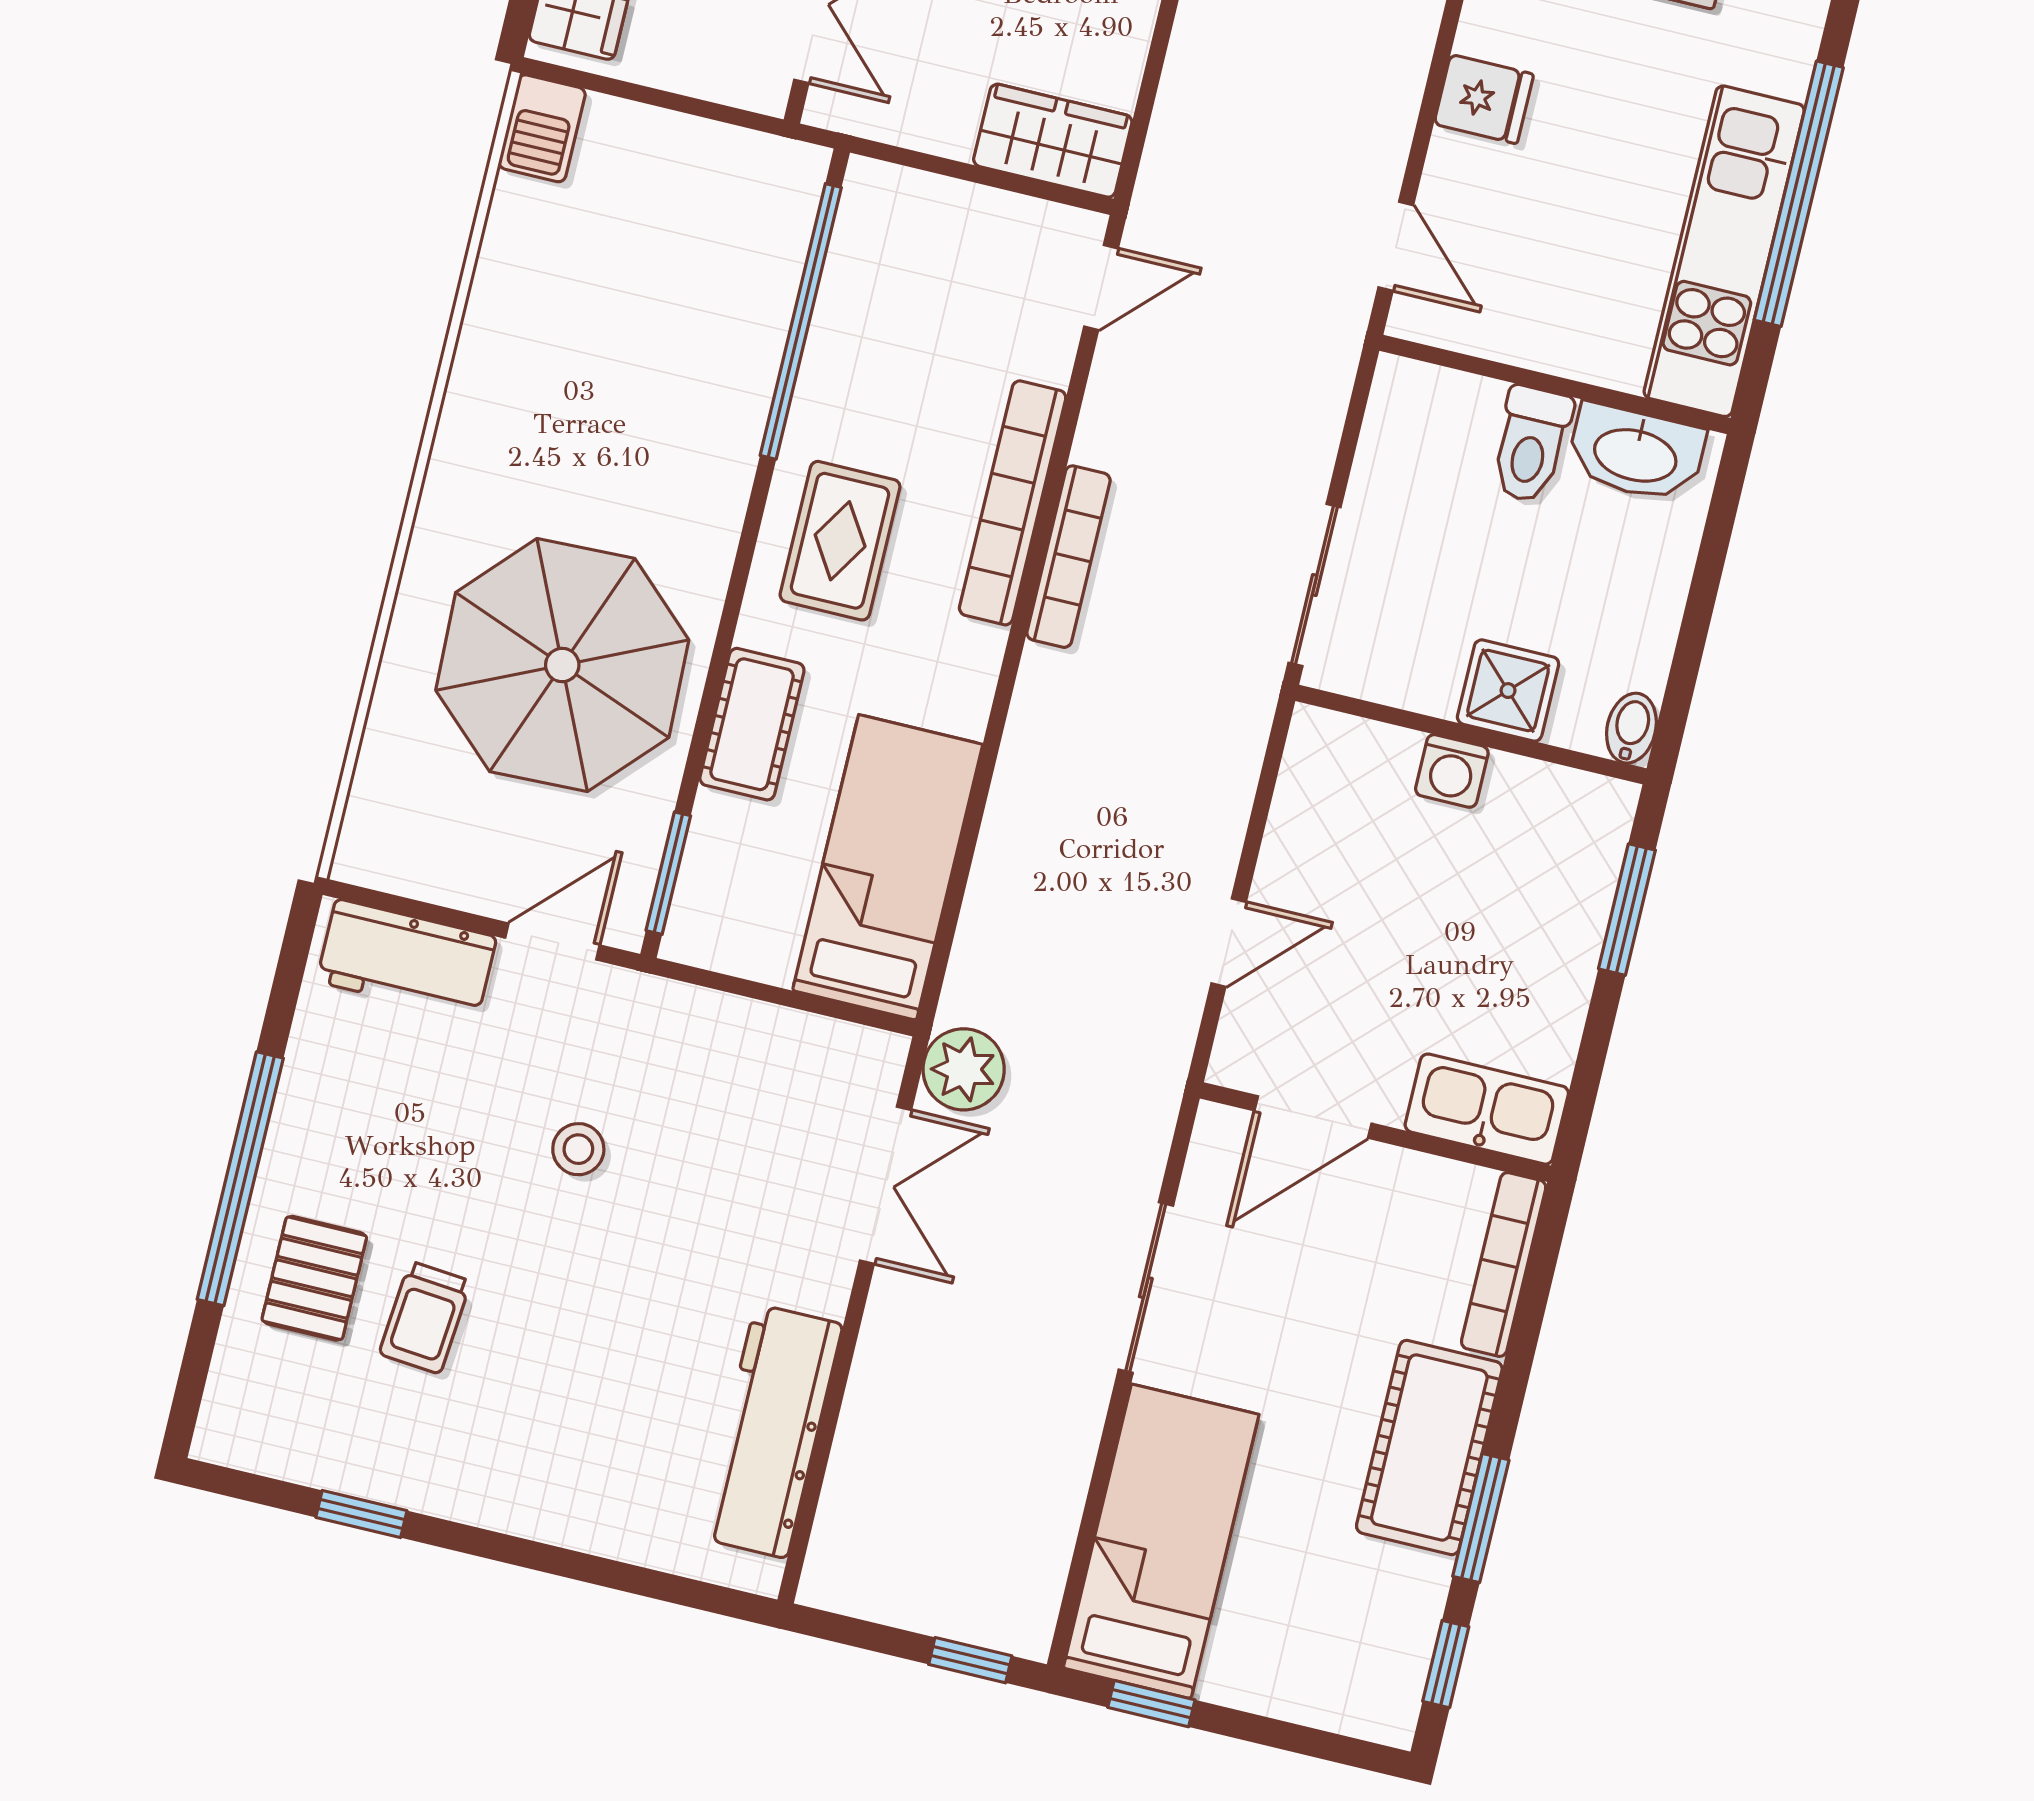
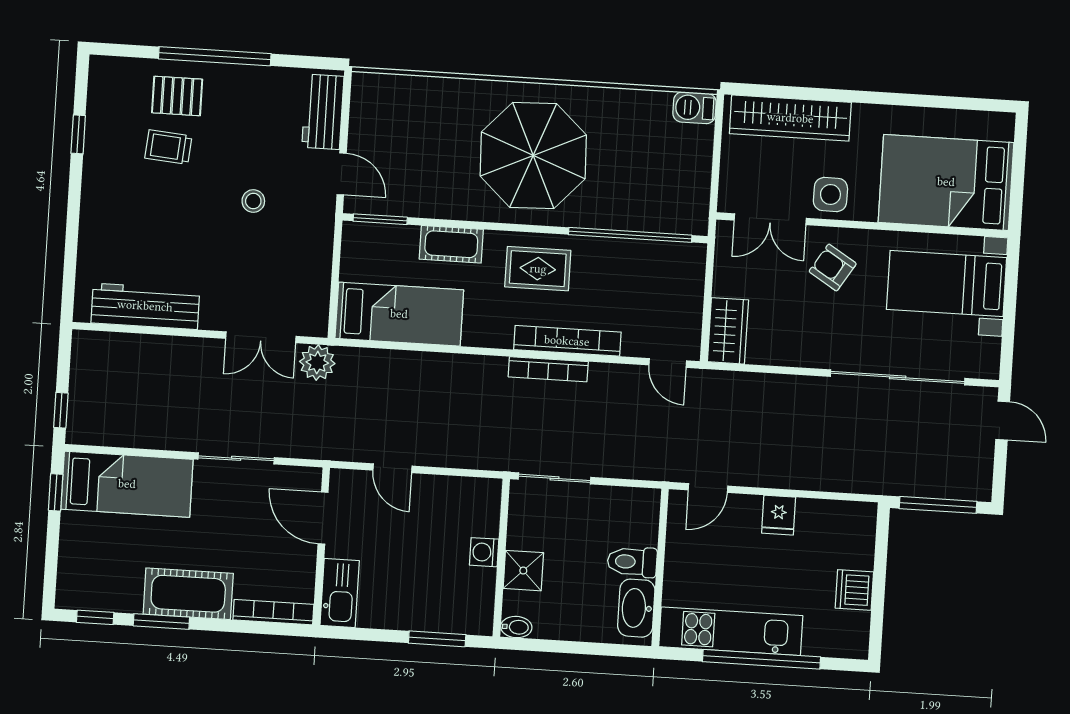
parasol: (562, 665) -> (533, 155), moved

